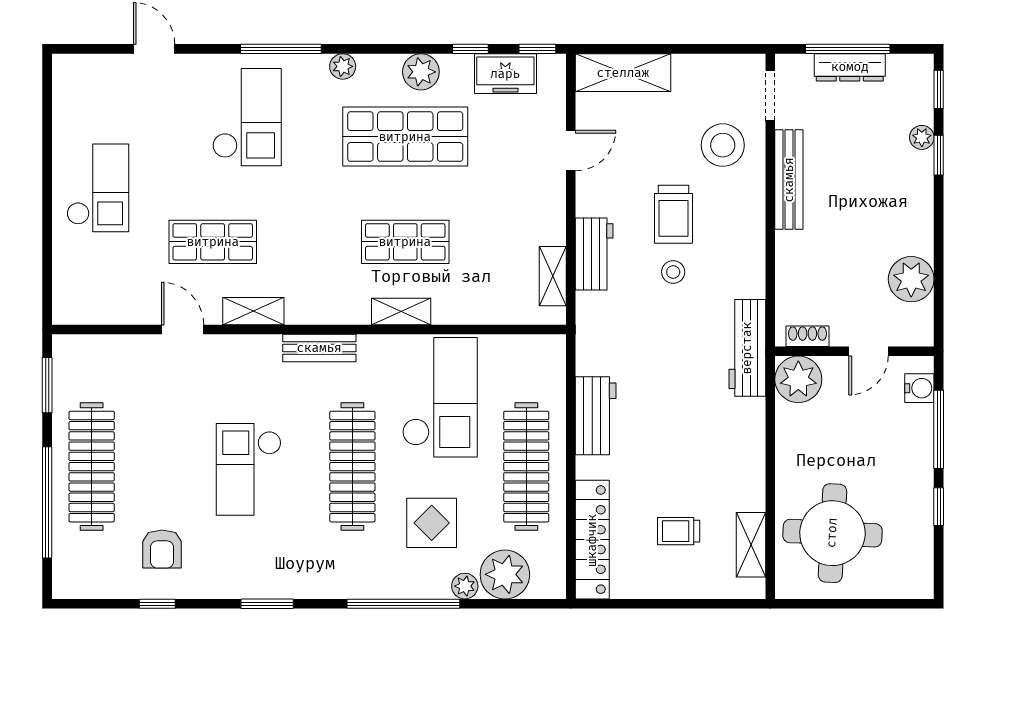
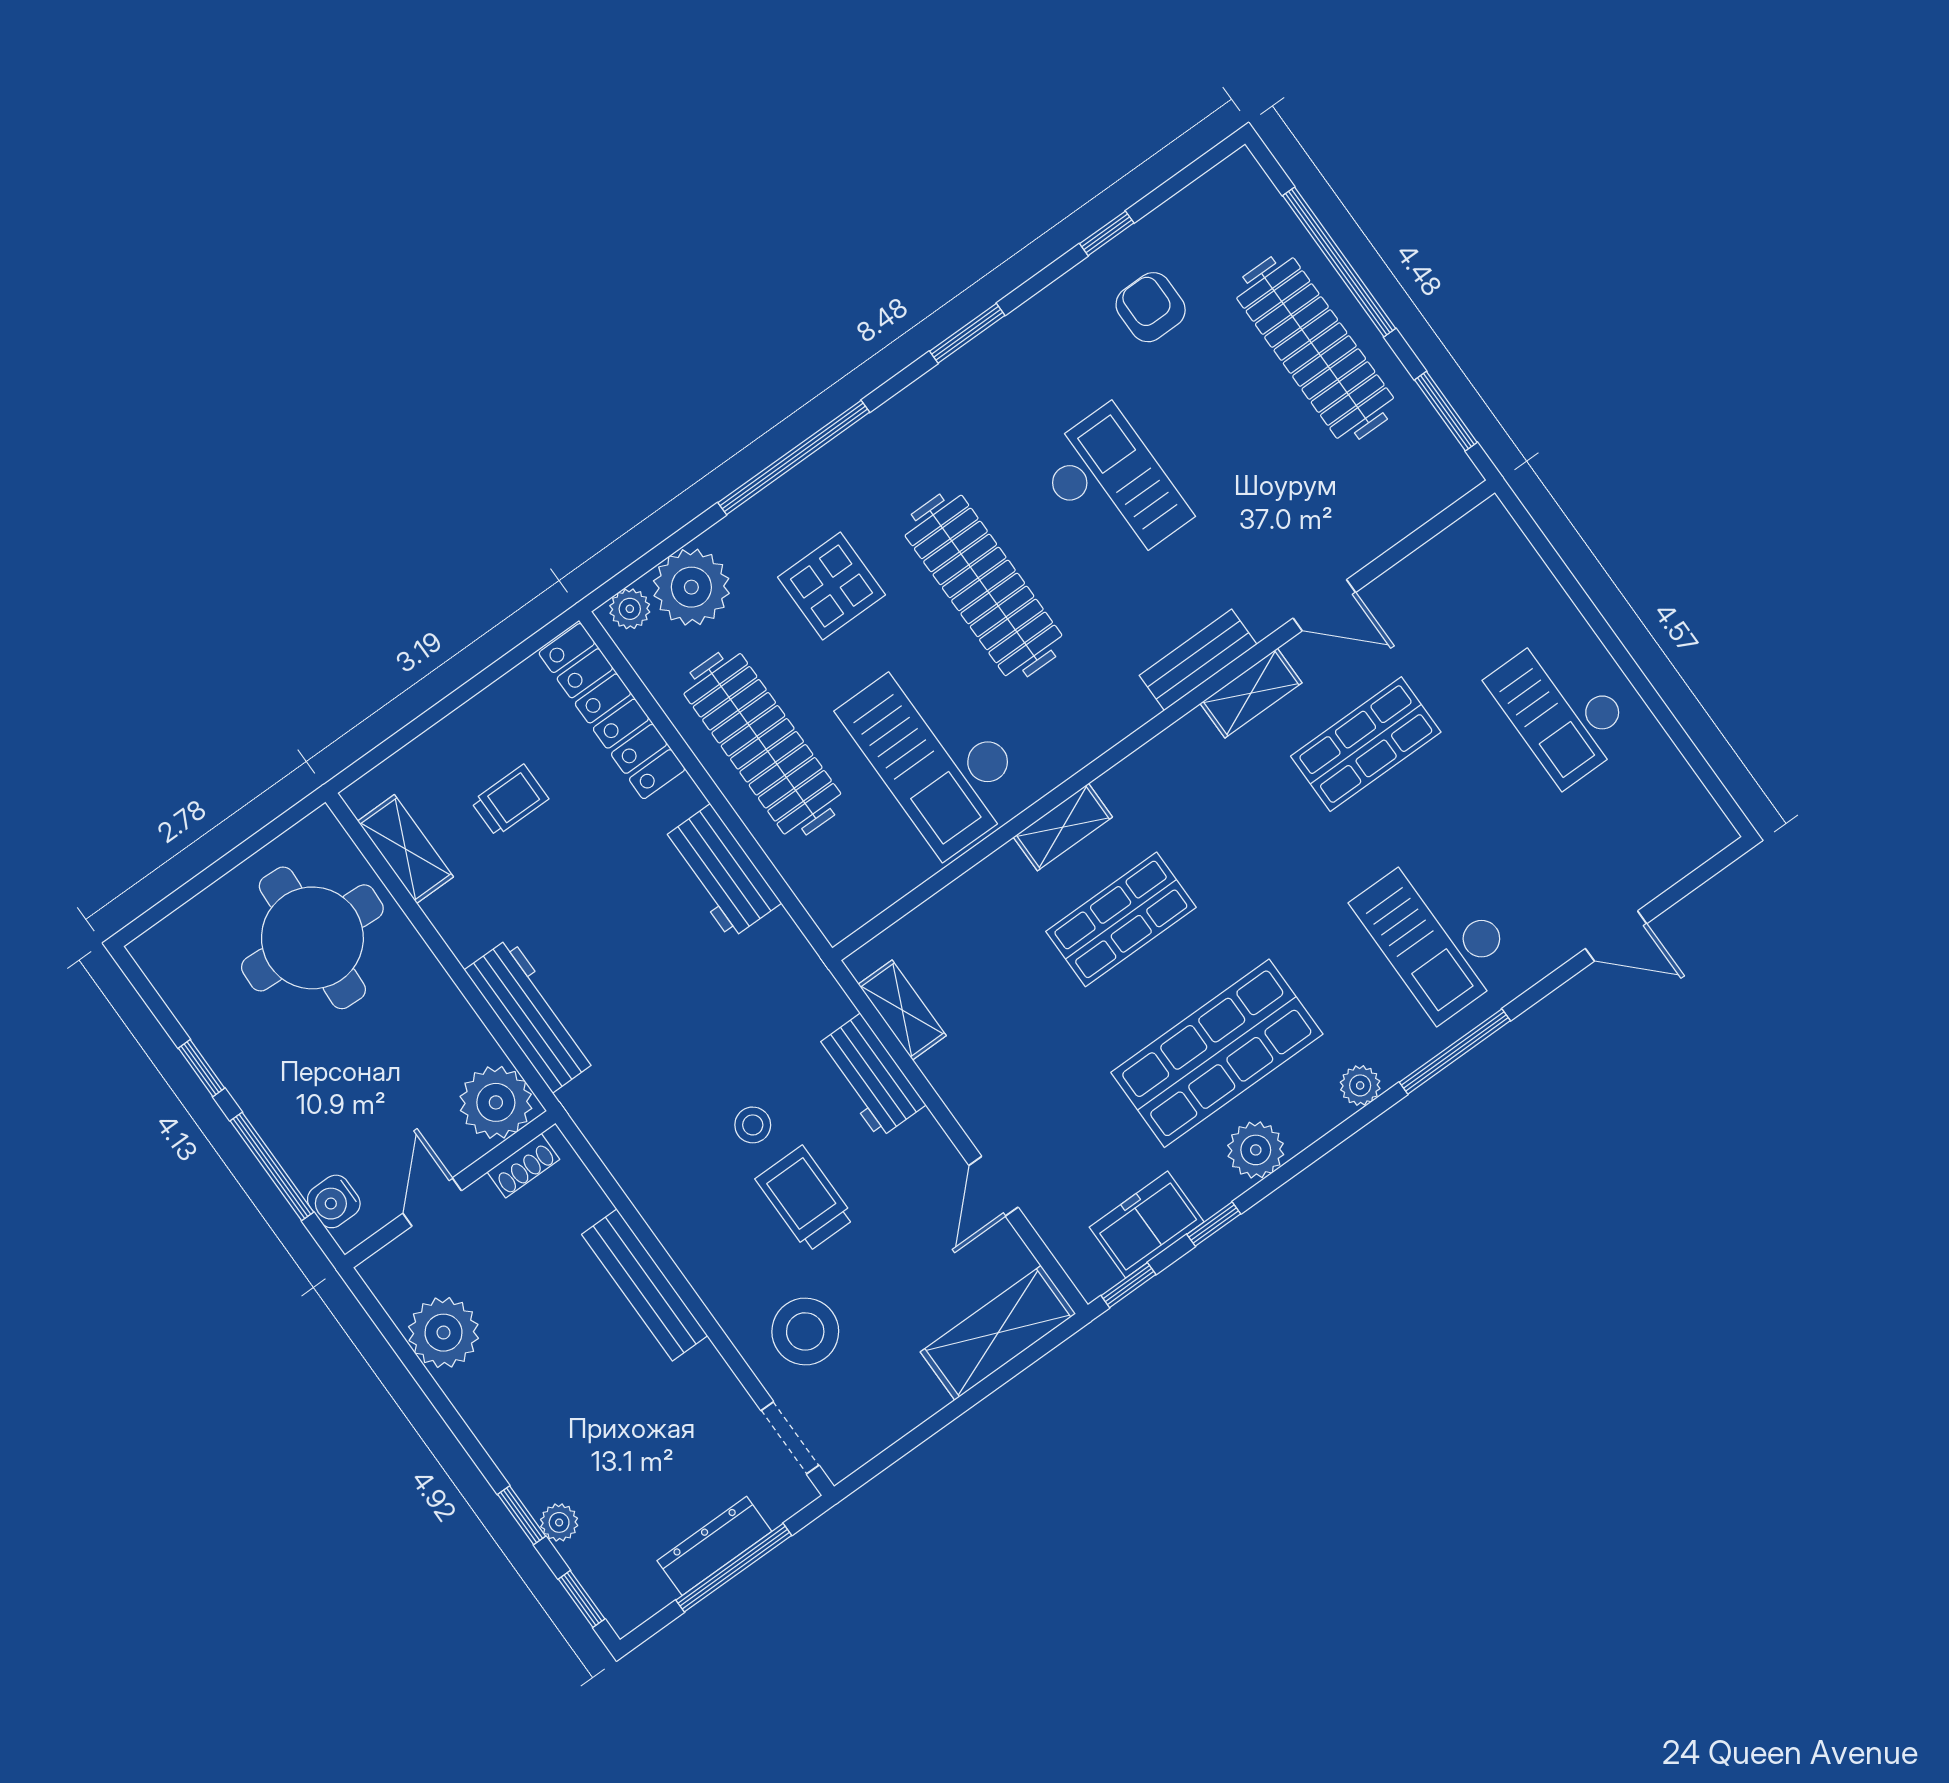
bench: (789, 180) -> (645, 1285), moved
bench: (319, 348) -> (1198, 660), moved
workbench: (747, 348) -> (531, 1015), moved
plant: (465, 586) -> (630, 609), moved

